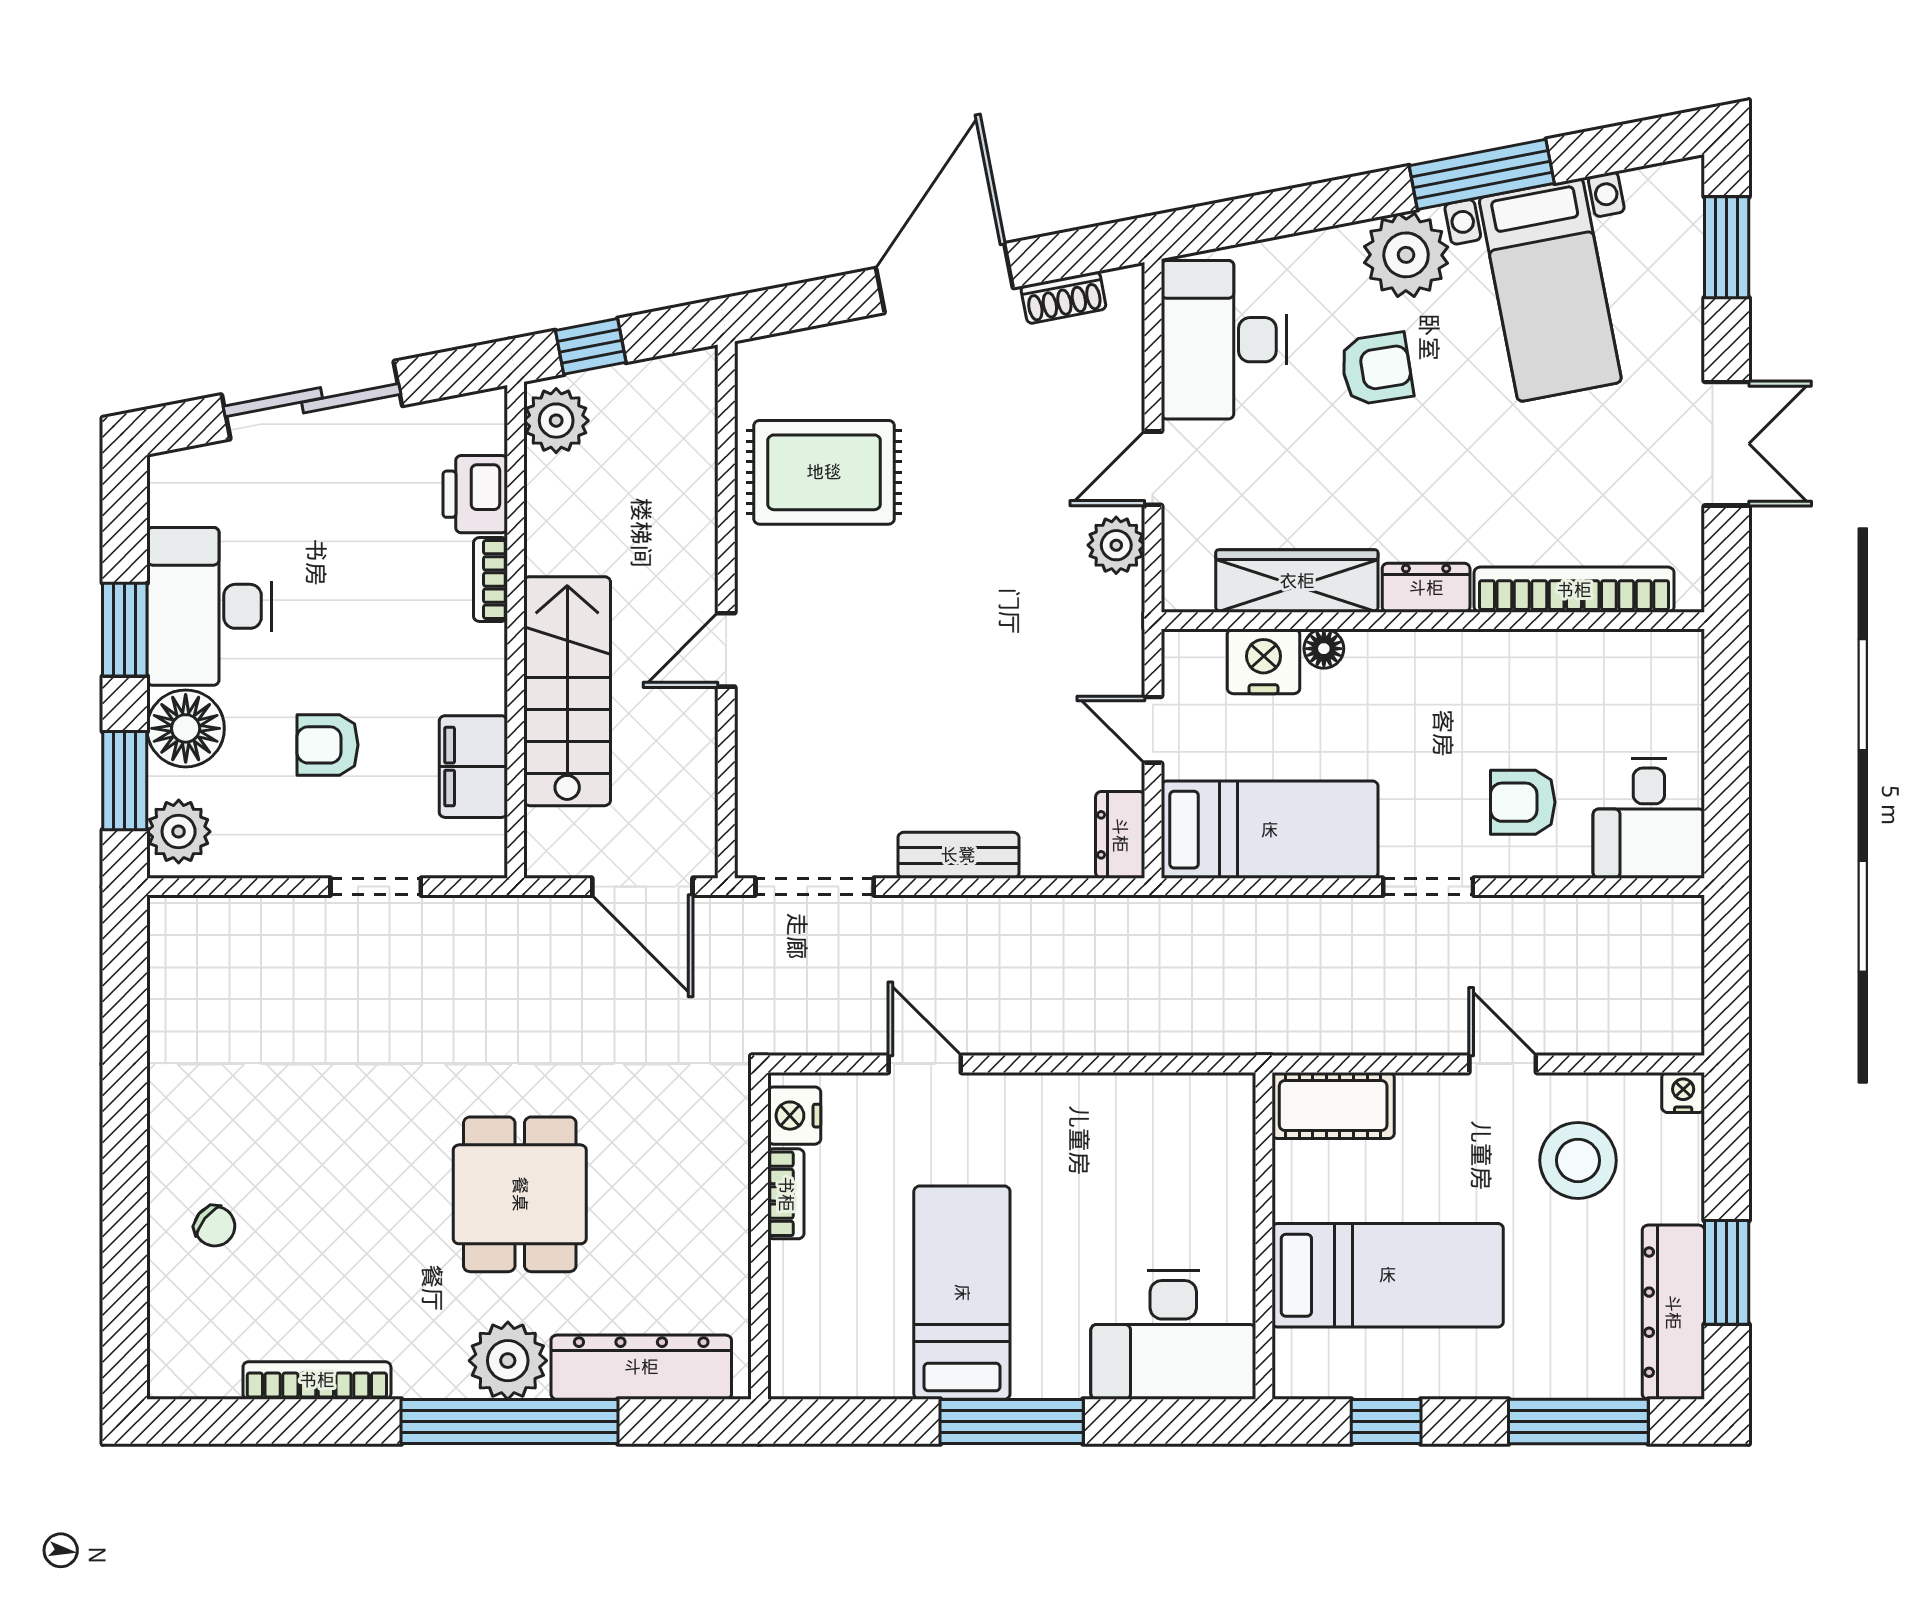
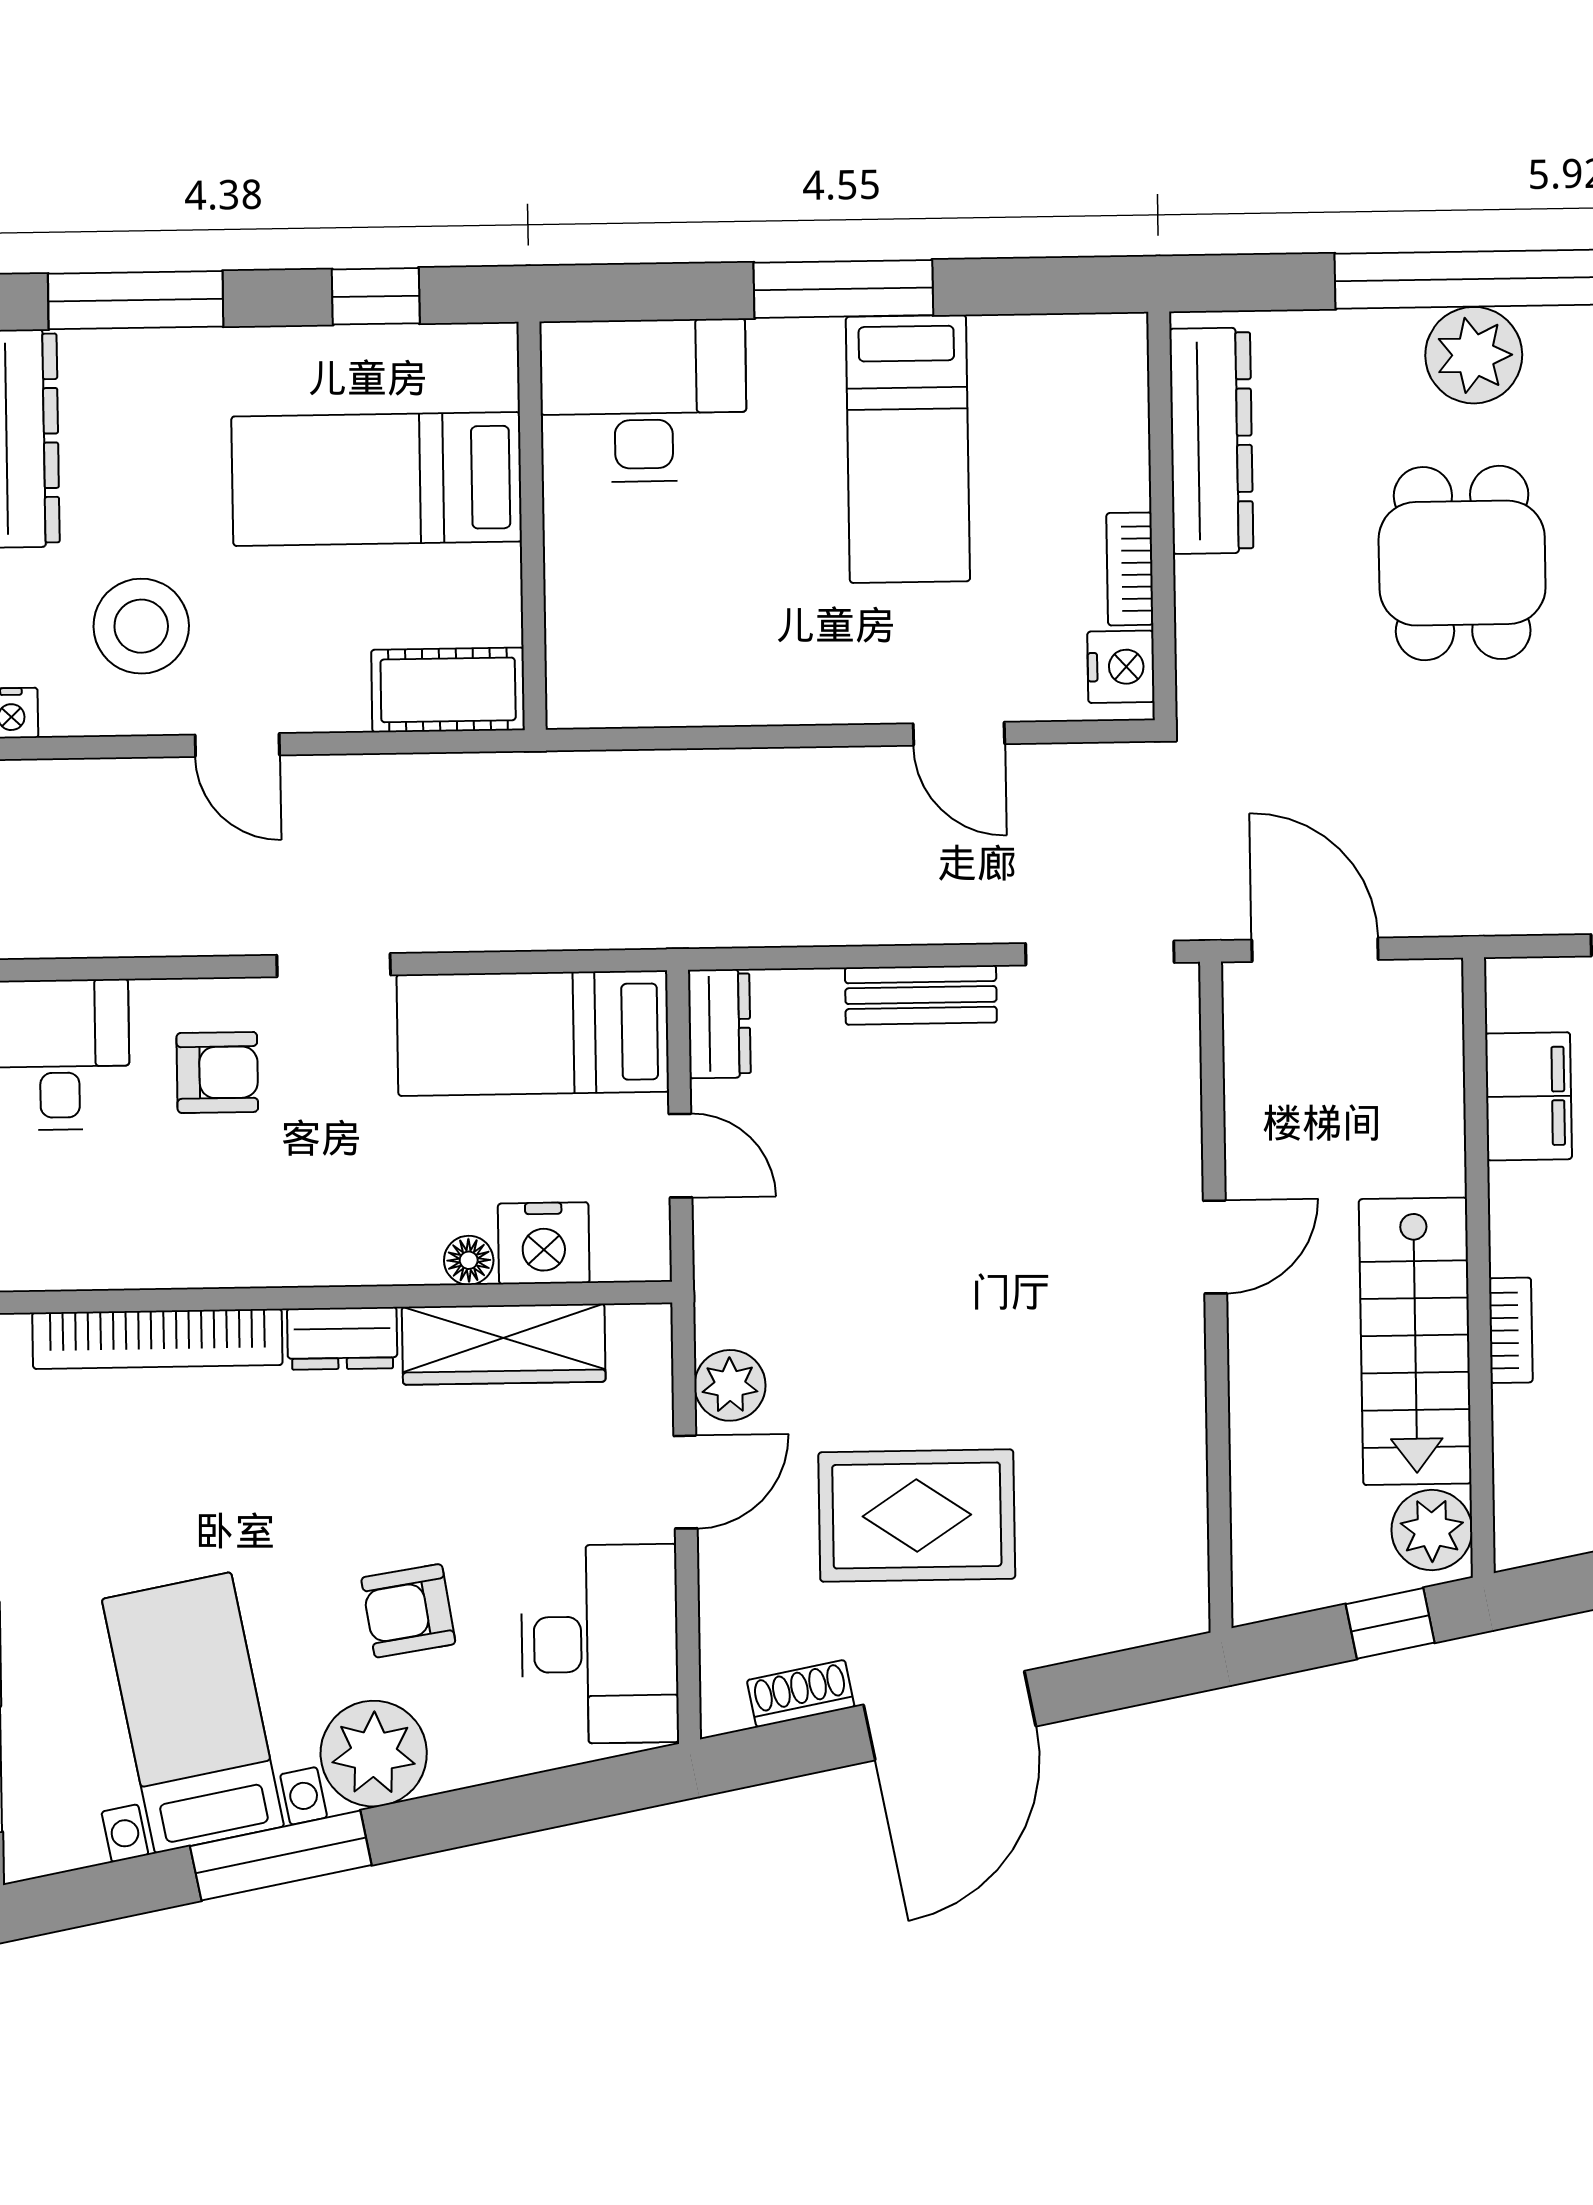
rug: (824, 472) -> (917, 1516), moved
printer: (475, 494) -> (1532, 1437), removed
stairs: (567, 691) -> (1415, 1341), moved
dresser: (641, 1367) -> (1211, 441), moved, turned -90

